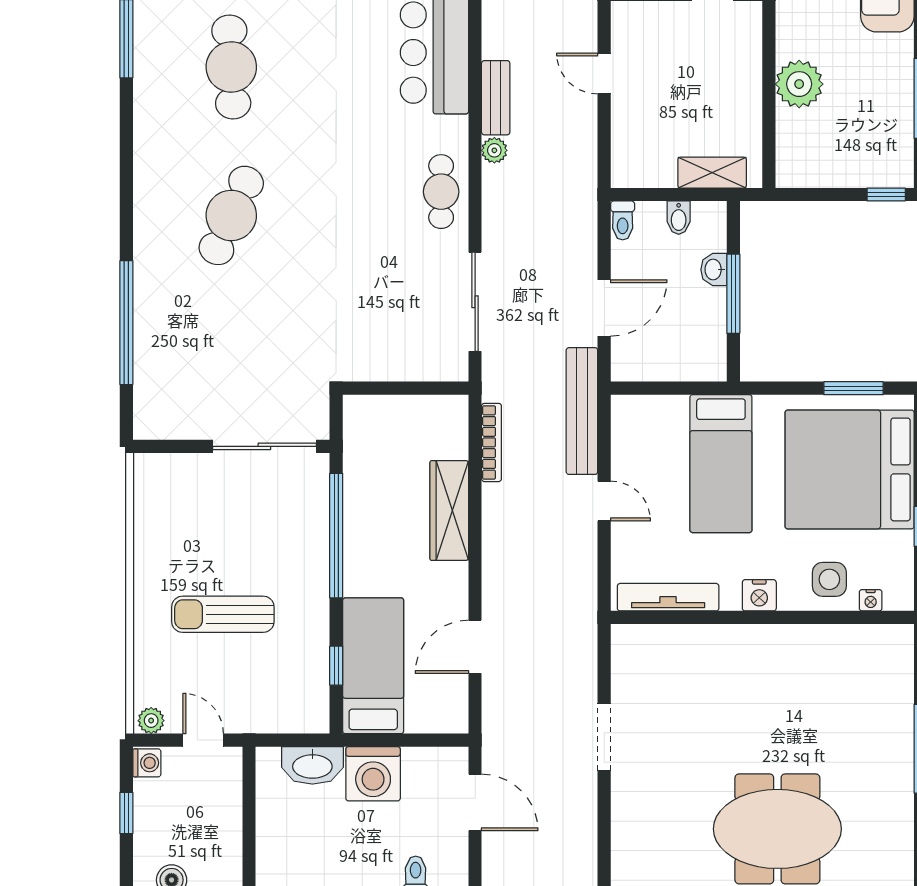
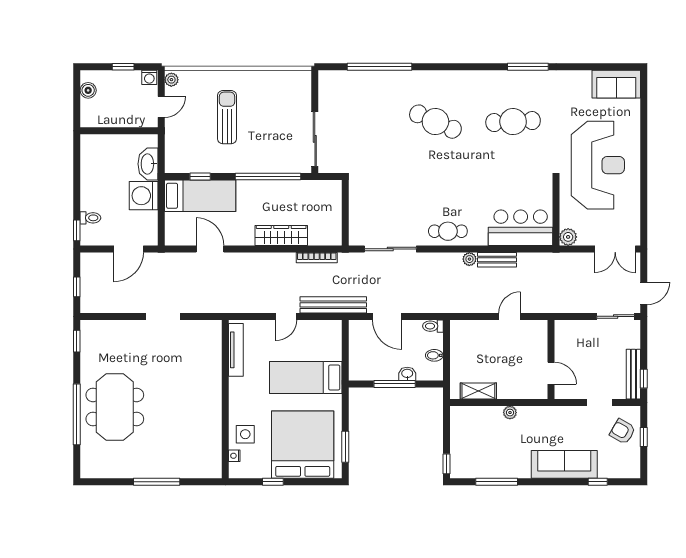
plant: (799, 84) -> (510, 413), width x0.53, depth x0.53
shelving: (712, 173) -> (478, 391), moved, turned 90
nightstand: (759, 595) -> (237, 398), removed

